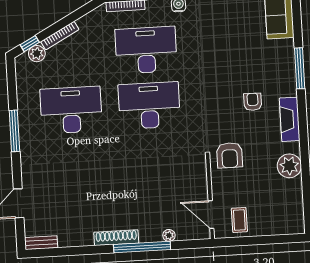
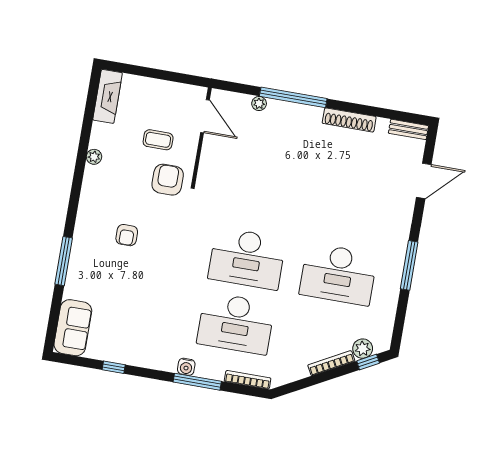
fireplace: (290, 119) -> (108, 96), moved
plant: (289, 166) -> (94, 157), width x0.53, depth x0.53
coffee table: (239, 220) -> (158, 140), moved, turned 90
shoe rack: (116, 238) -> (349, 120), moved

